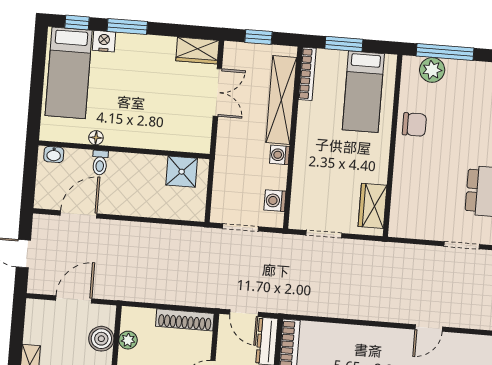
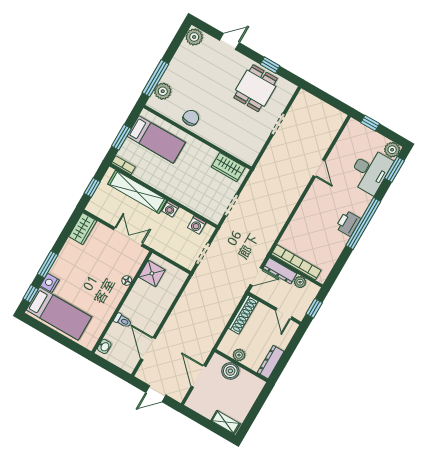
bookcase: (307, 74) -> (123, 165), width x0.64
double door: (217, 92) -> (128, 237), moved
floor lamp: (96, 138) -> (127, 281), moved

